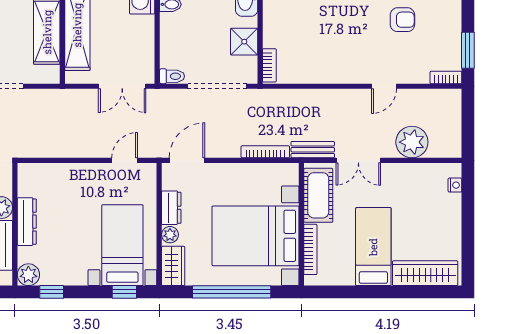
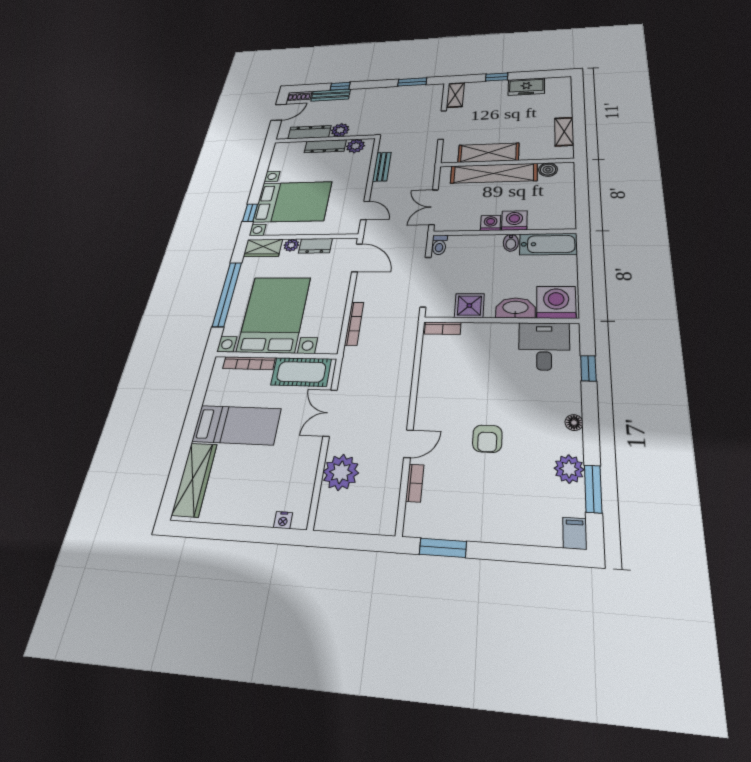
armchair: (402, 20) -> (487, 439), moved
washing machine: (145, 26) -> (491, 223), added
bookcase: (446, 77) -> (415, 483), moved
door: (384, 86) -> (408, 444), swing flipped
bench: (313, 150) -> (382, 167), moved
bed with nightstands: (122, 245) -> (293, 202), width x1.36
plant: (28, 275) -> (356, 146), moved
window: (52, 292) -> (264, 164), removed

